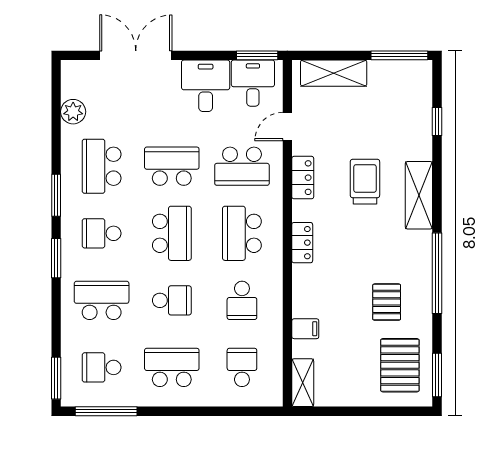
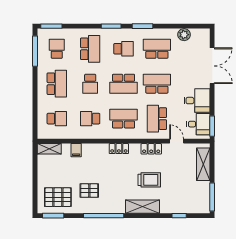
school desk: (172, 166) -> (157, 84), turned -90
school desk: (102, 233) -> (124, 49), turned 90

